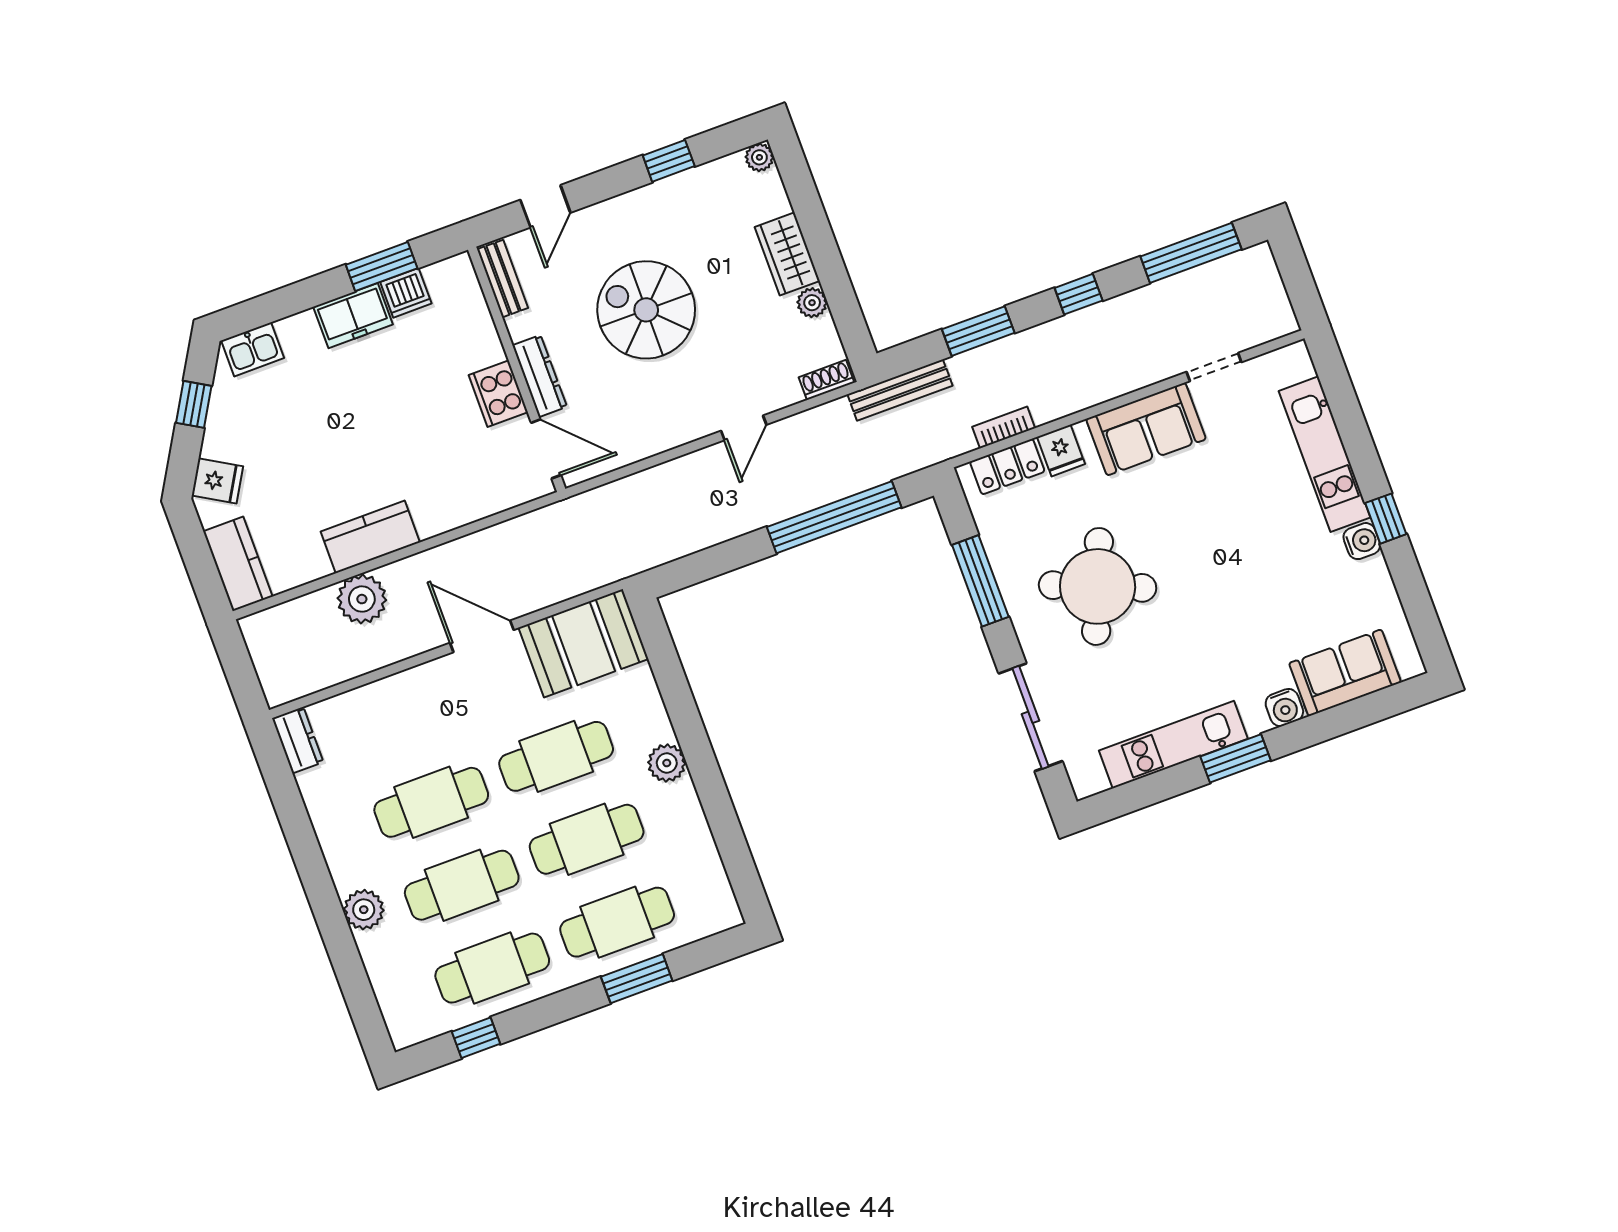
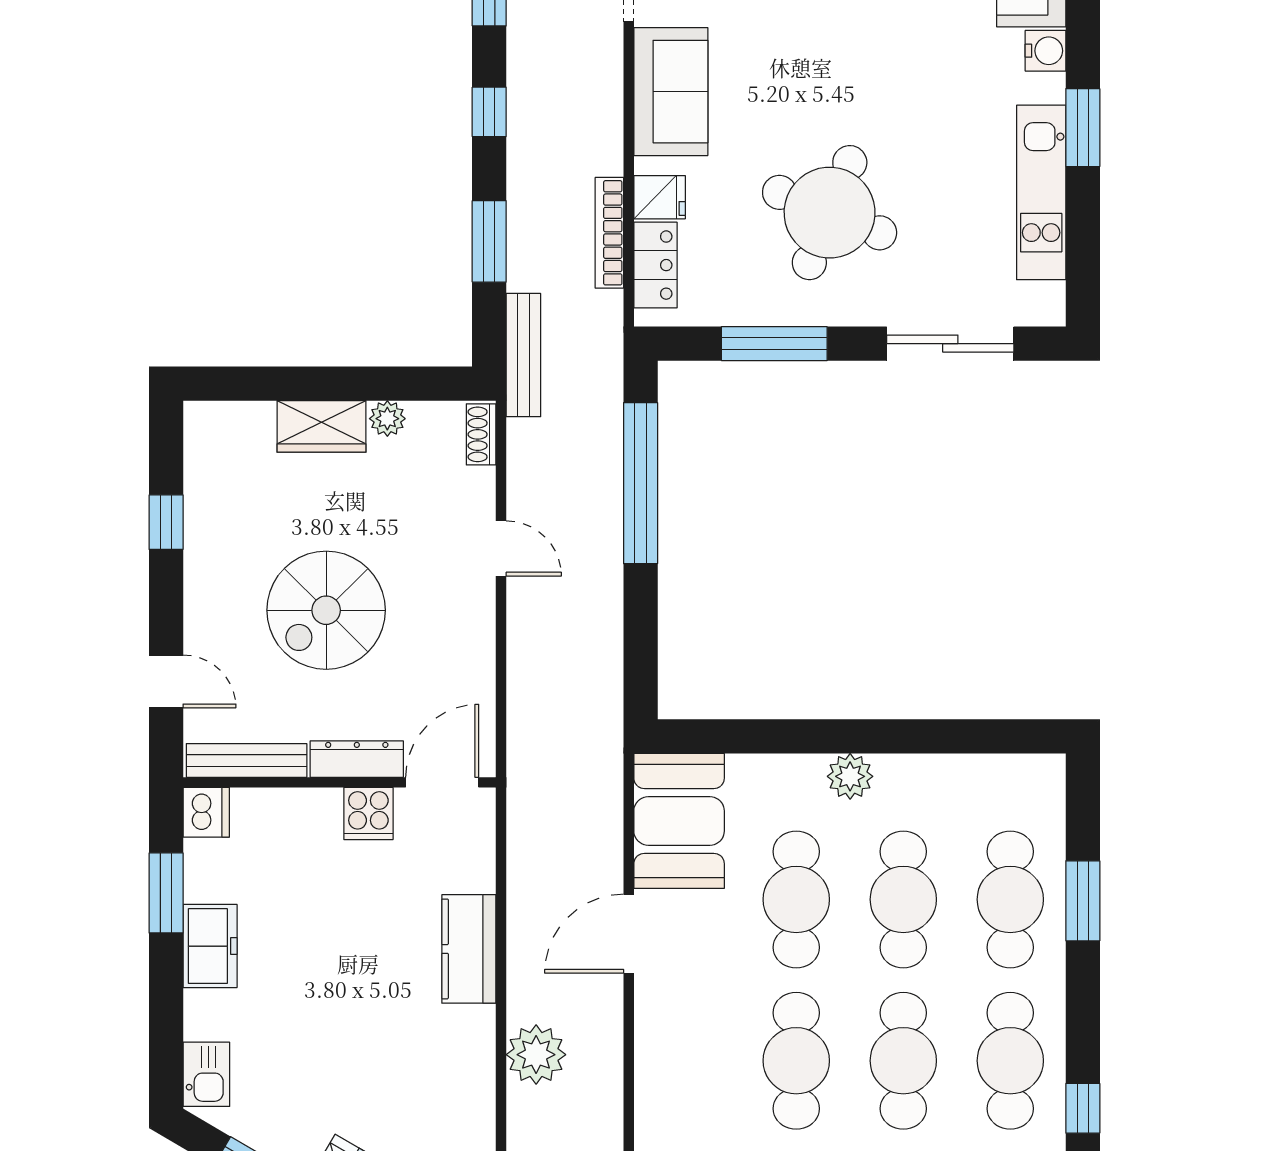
plant: (759, 157) -> (200, 418), removed
bench: (503, 279) -> (247, 760), width x1.36
dishwasher: (406, 293) -> (206, 812), moved
cooker: (498, 394) -> (368, 813), width x0.73
bookcase: (1004, 427) -> (609, 233), width x1.56
kitchen counter: (370, 537) -> (469, 949), moved

